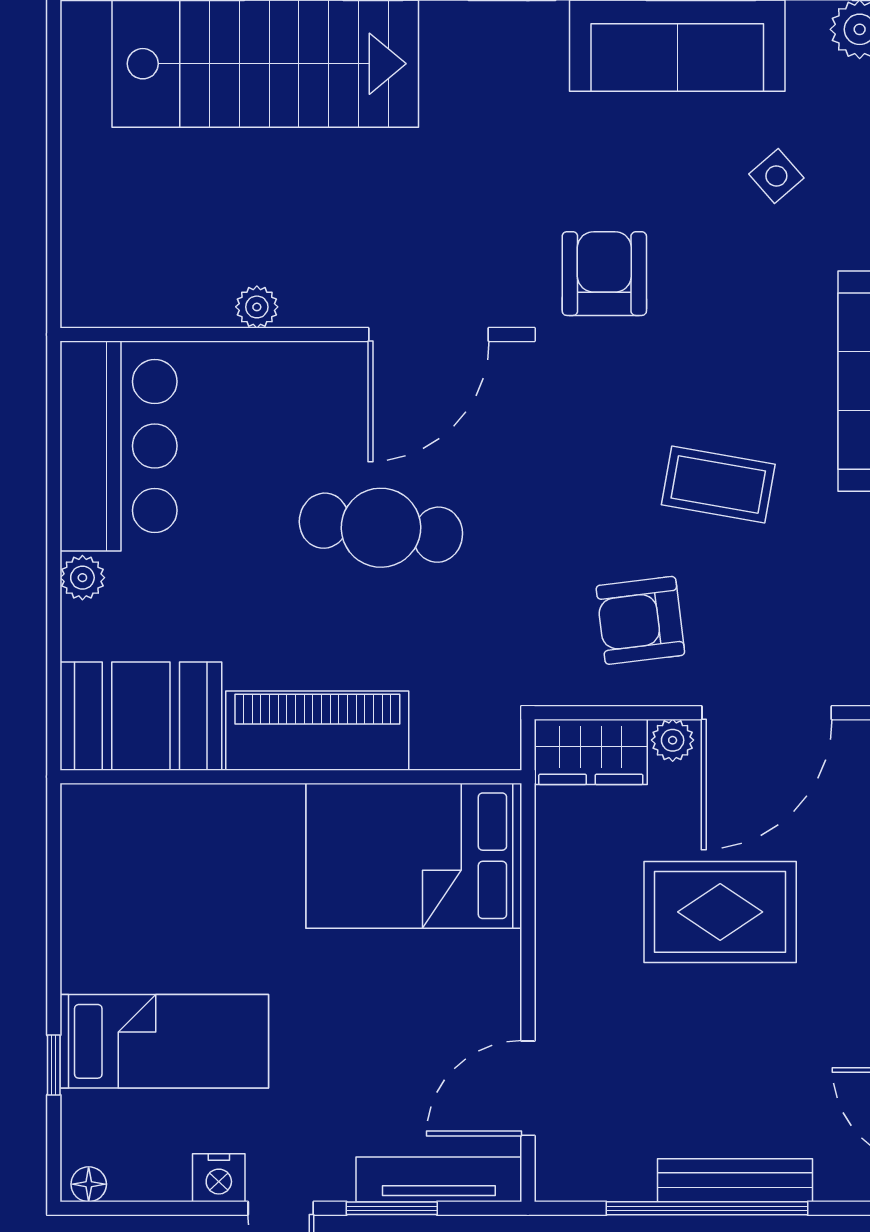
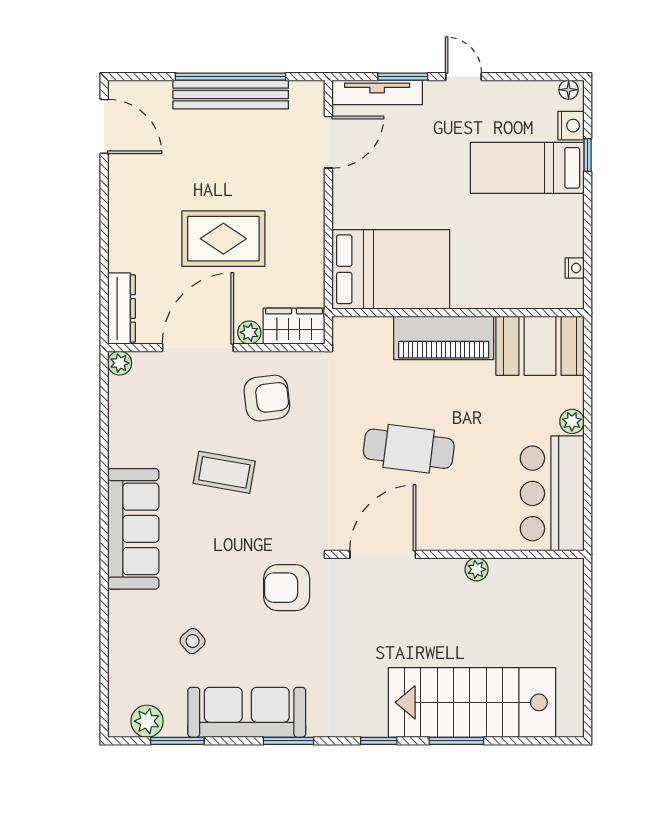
armchair: (604, 274) -> (287, 588), turned 90
nightstand: (78, 858) -> (575, 268), added
nightstand: (219, 1178) -> (571, 126), moved, turned 90
bench: (735, 1180) -> (231, 94), width x1.37, depth x1.21

